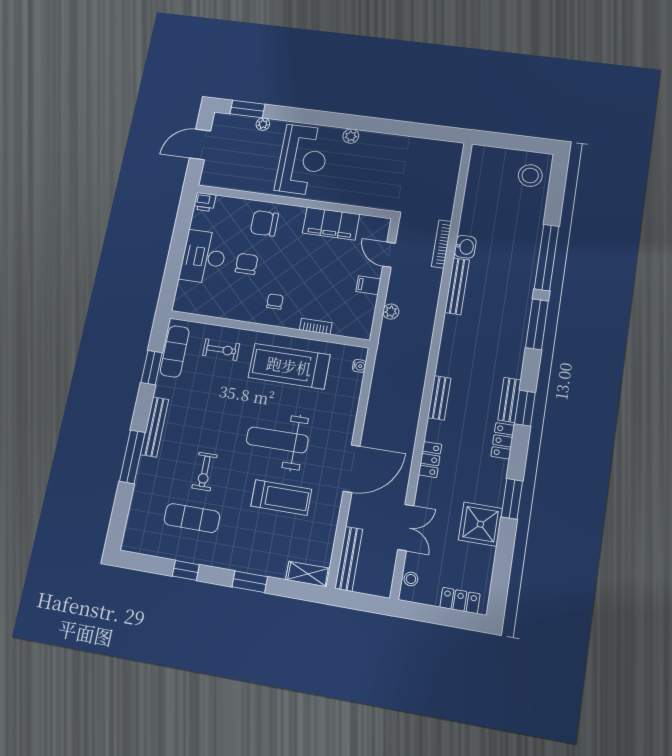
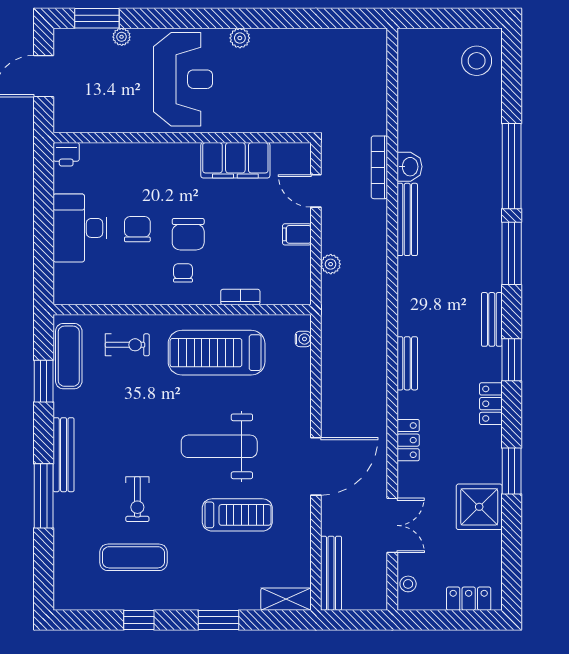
chair: (264, 223) -> (188, 234), moved, turned -90
bench: (509, 400) -> (492, 319), moved

